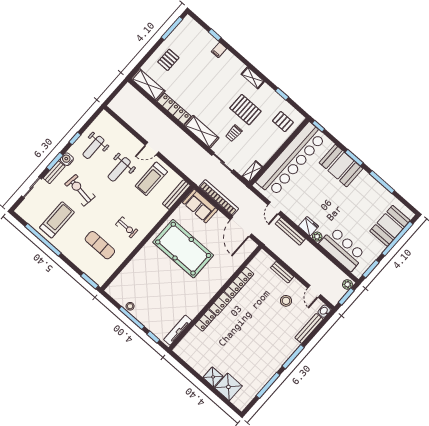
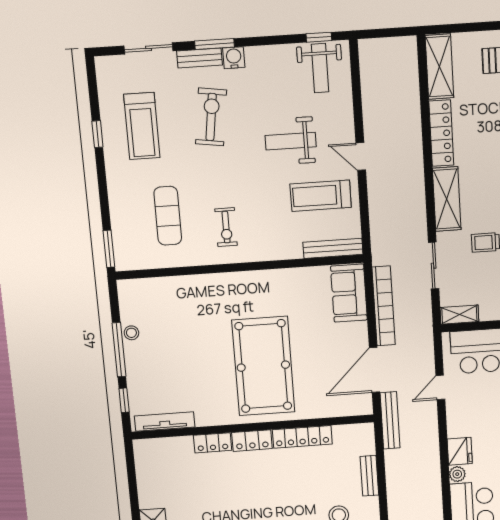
window: (75, 138) -> (319, 37), moved
weight bench: (93, 147) -> (320, 68), moved, turned -90
treadmill: (57, 220) -> (142, 126), turned 90
bench: (290, 231) -> (390, 420), moved
window: (43, 240) -> (97, 134), width x0.32
pool table: (183, 249) -> (263, 366), moved

